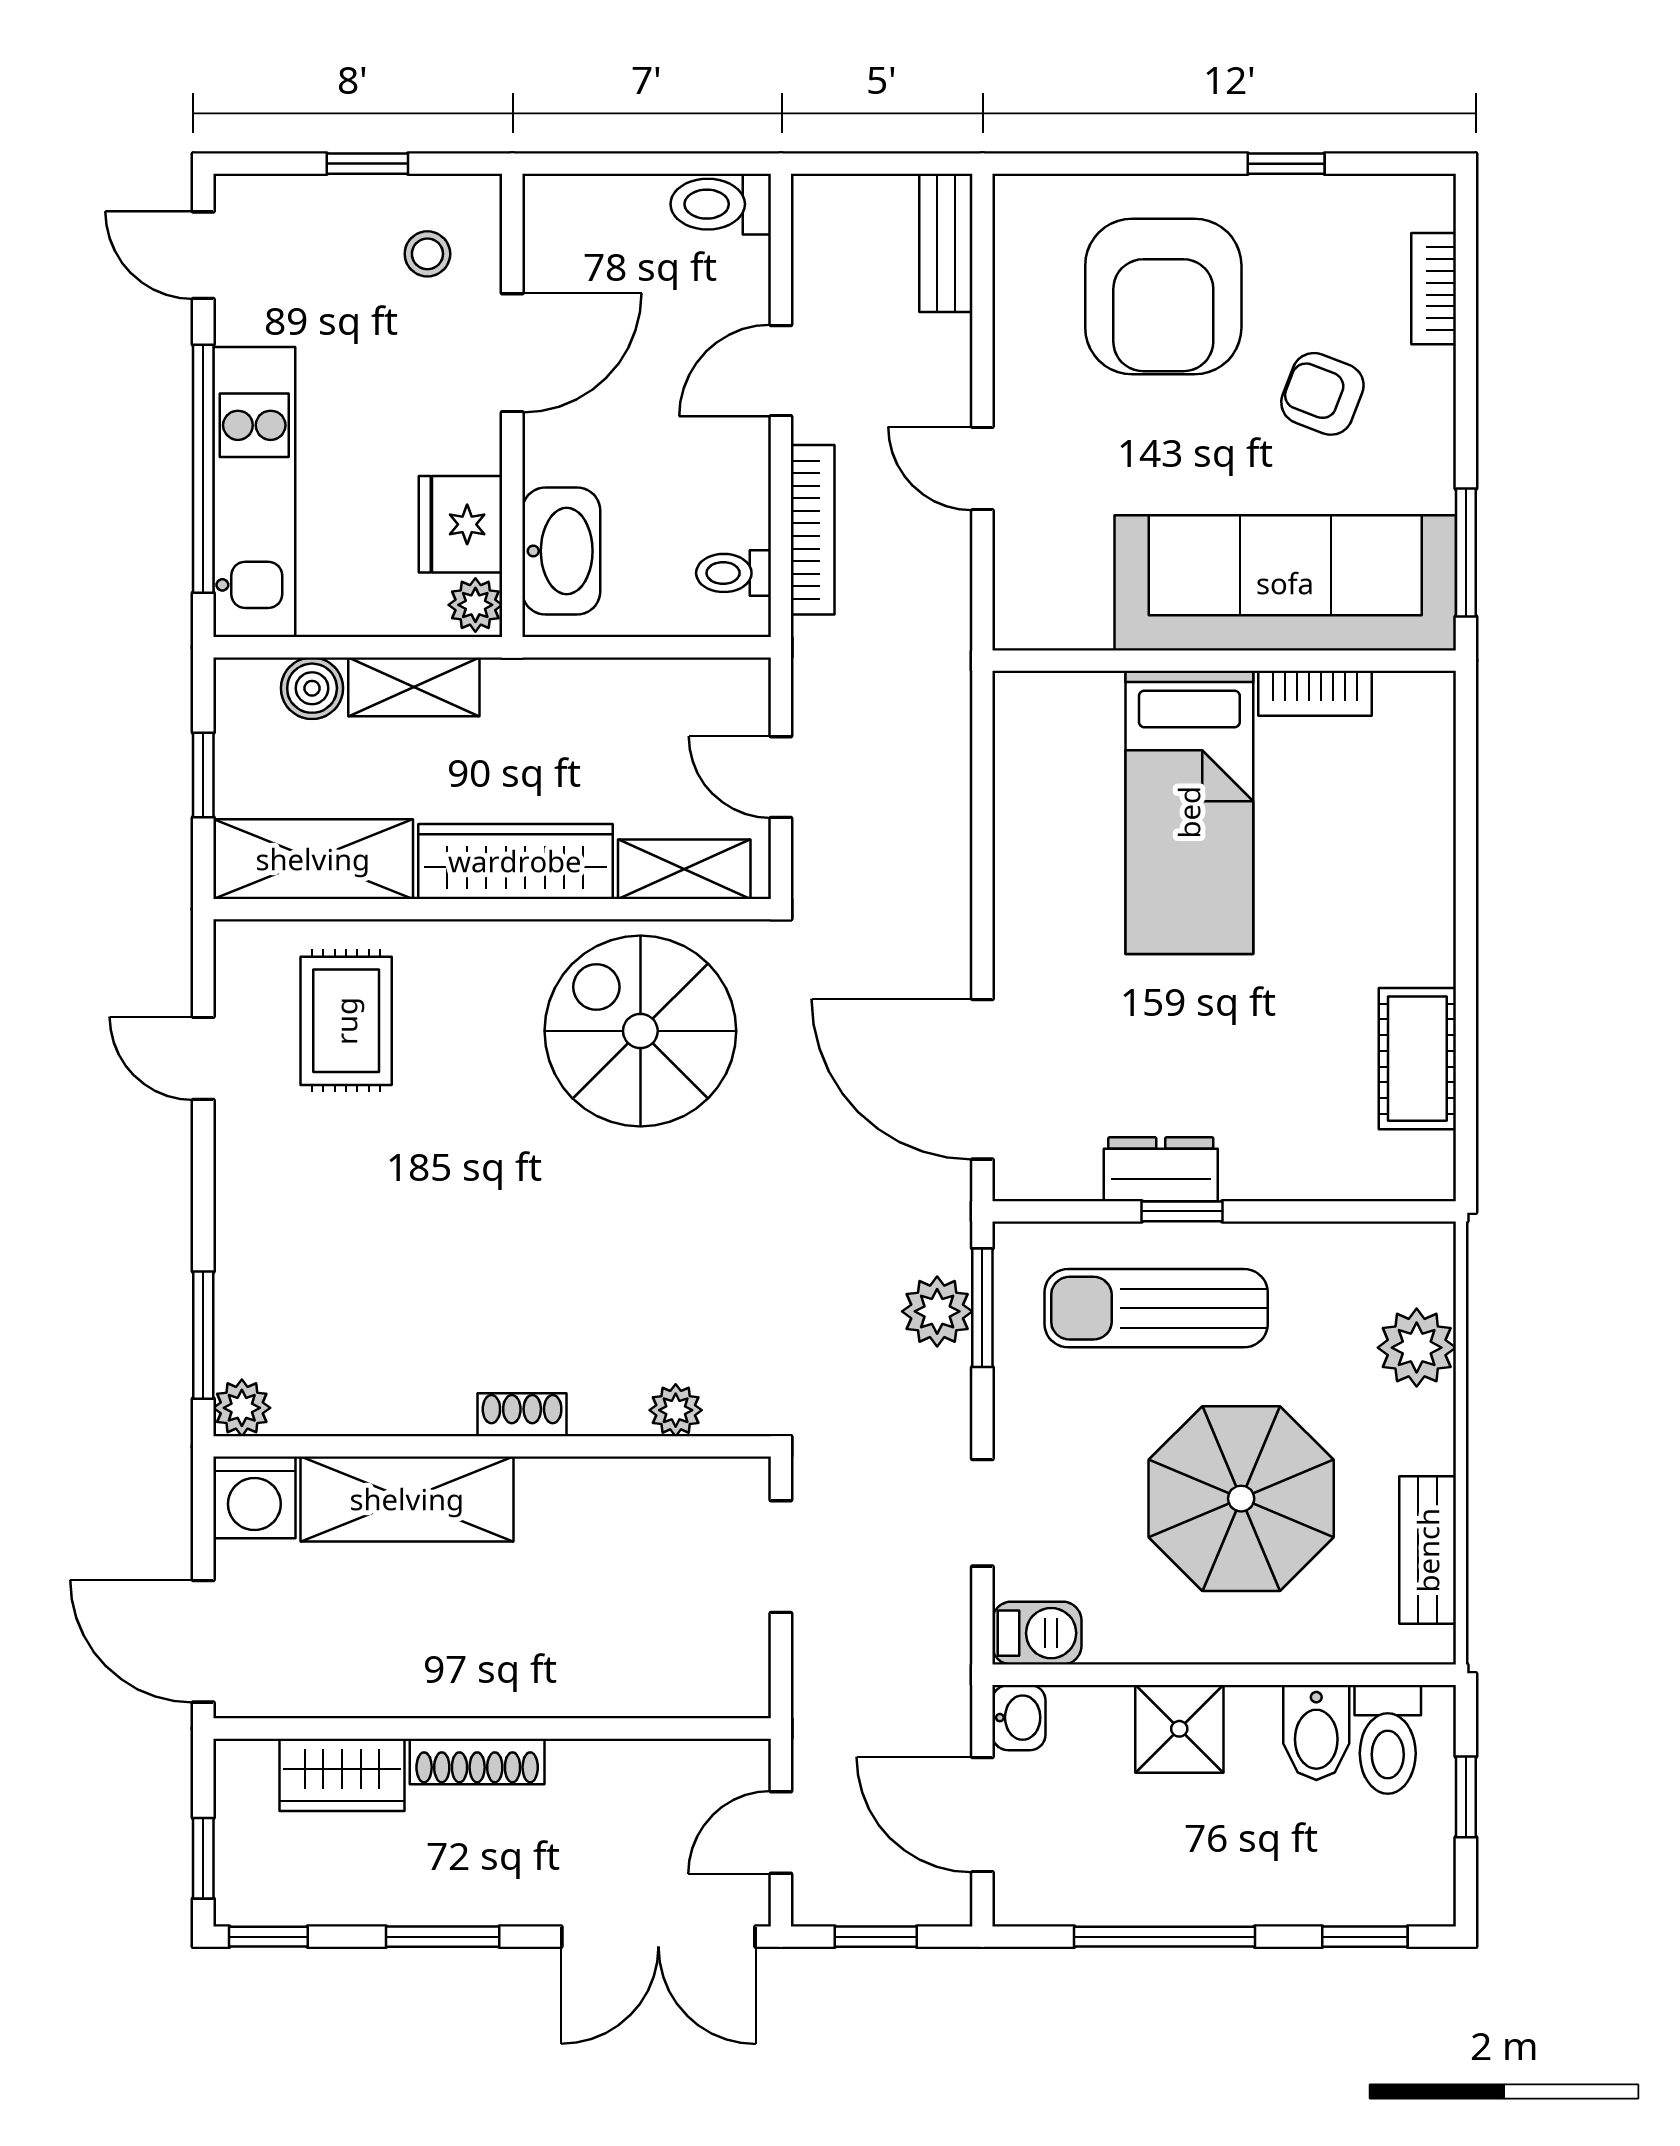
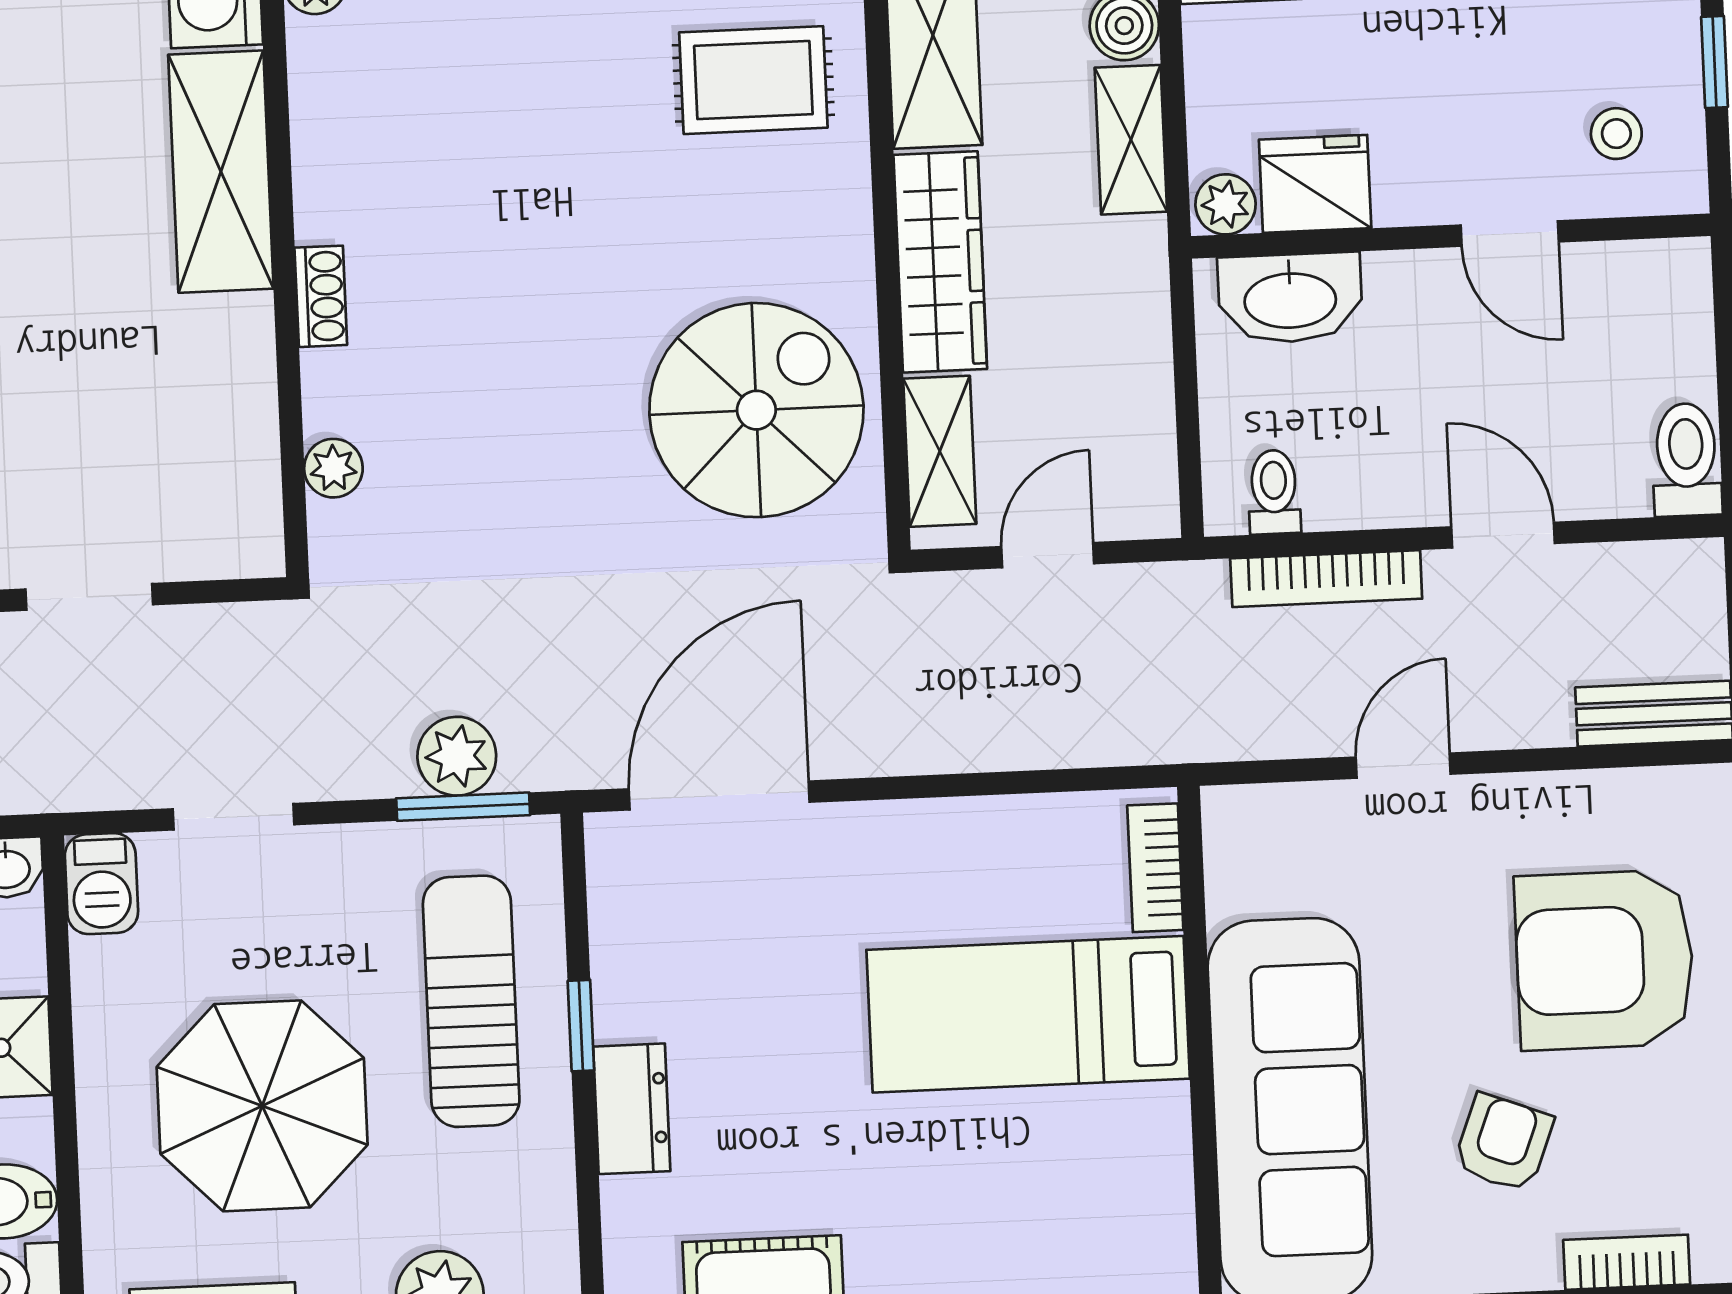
door: (512, 353) -> (1510, 233), width x0.73
bookcase: (1315, 693) -> (1155, 868), moved
dresser: (1161, 1169) -> (632, 1109), moved
doorway: (781, 1557) -> (89, 597), moved

